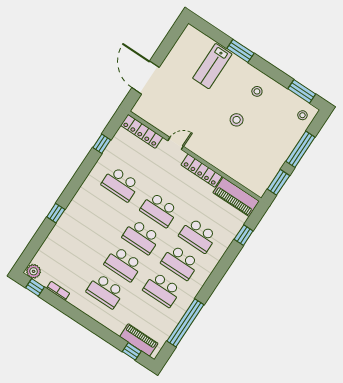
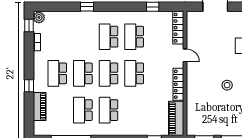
school desk: (198, 235) -> (108, 37), moved
piano: (139, 340) -> (40, 106), moved
window: (132, 351) -> (29, 86), moved

